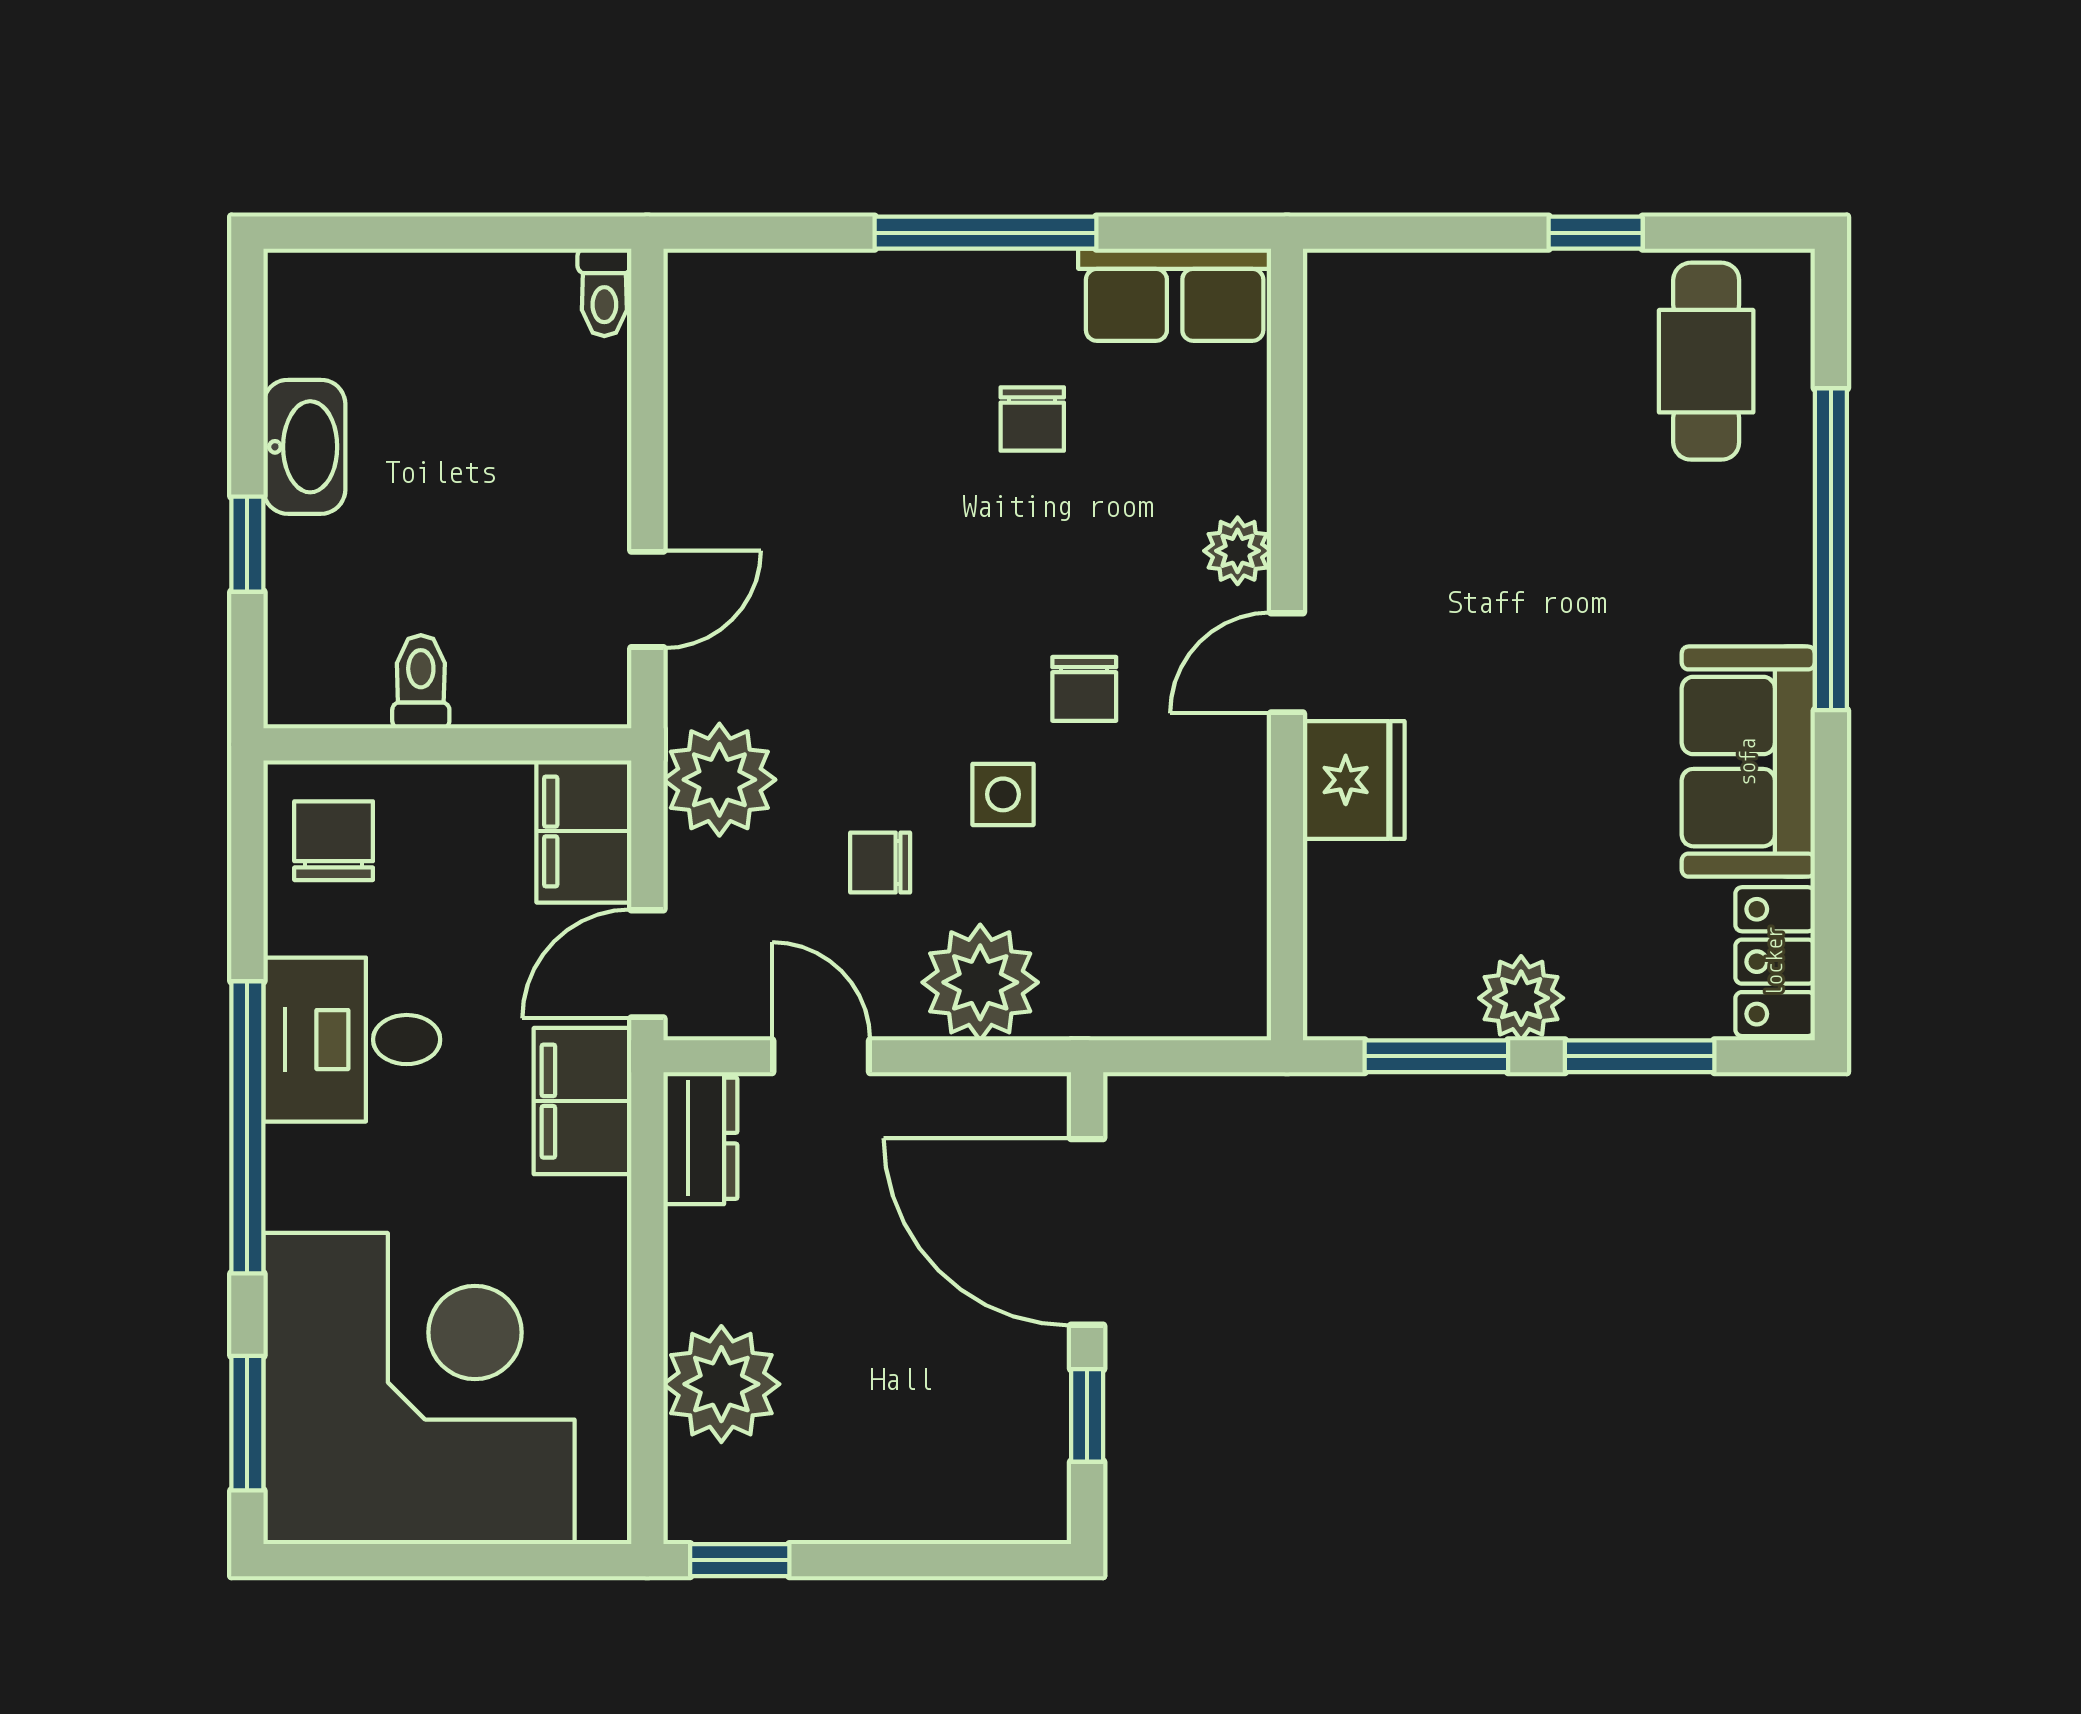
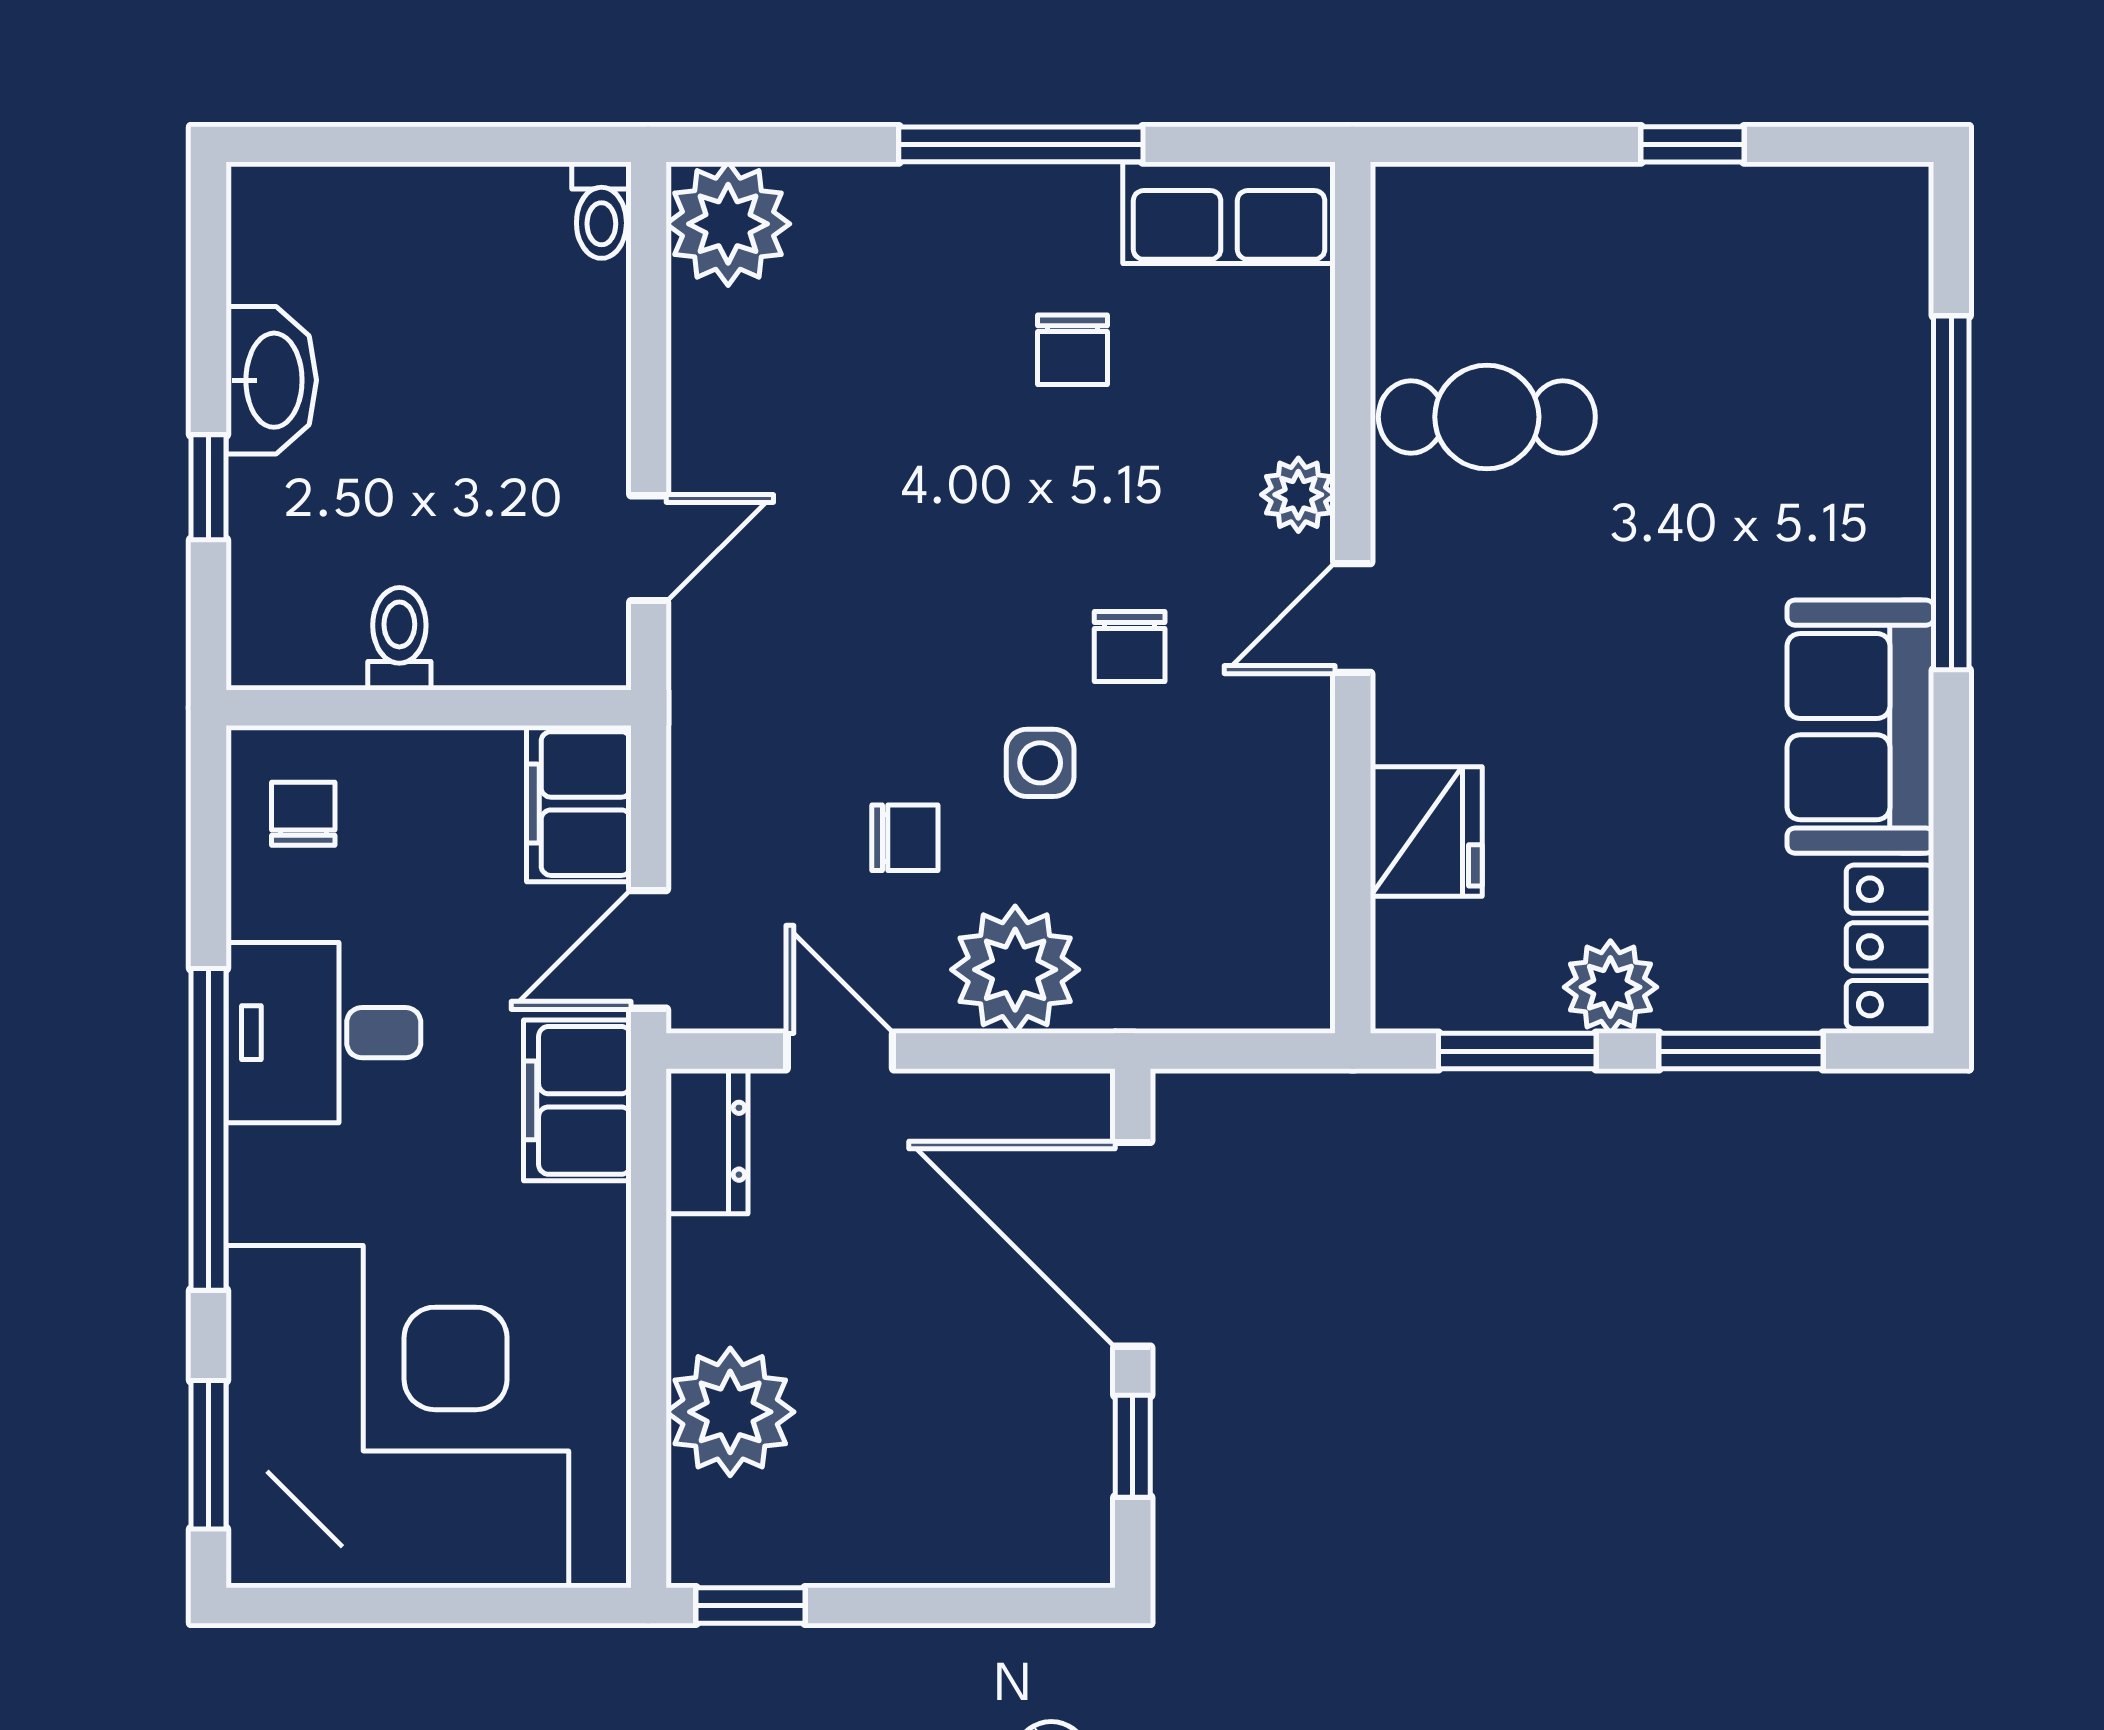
cafe table: (1706, 361) -> (1487, 417), moved, turned 90
plant: (719, 780) -> (728, 224), moved
fridge: (1354, 780) -> (1426, 832), moved
chair: (334, 841) -> (303, 814), width x0.73, depth x0.73
chair: (880, 862) -> (905, 838), turned 180

